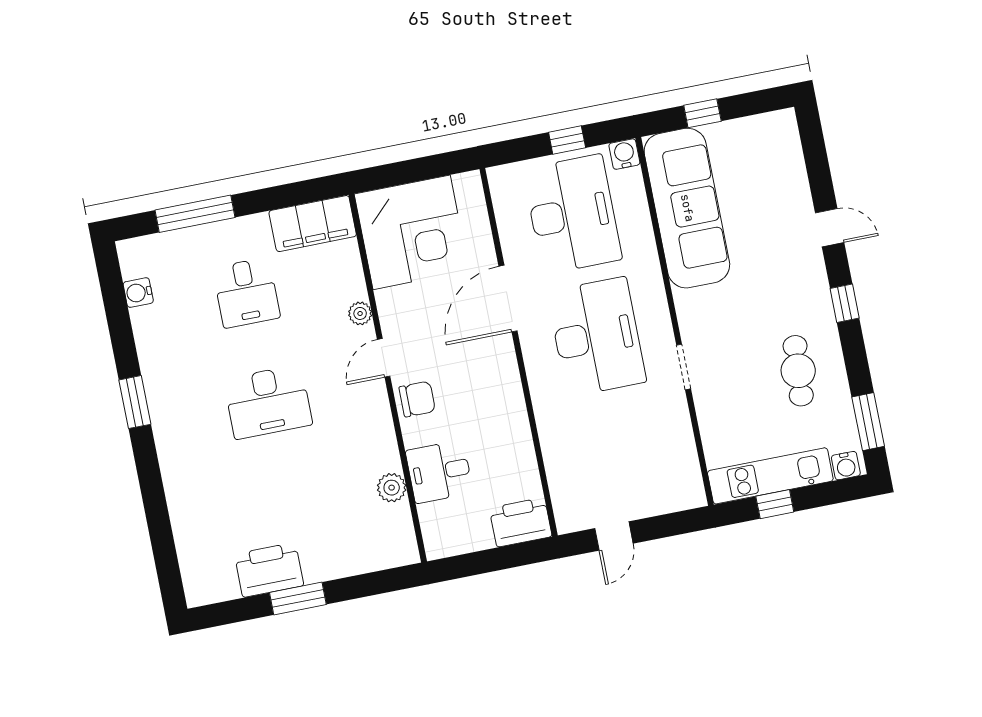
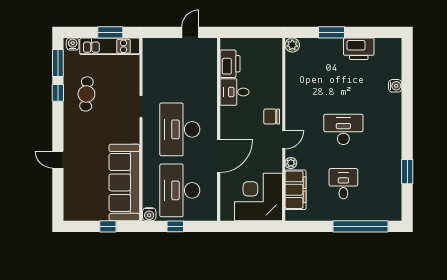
window: (195, 214) -> (360, 226), width x1.46
filing cabinet: (313, 224) -> (295, 190), moved, turned 90
water cooler: (138, 293) -> (395, 86), moved
window: (845, 303) -> (58, 93), moved
window: (135, 402) -> (407, 172), moved
desk: (439, 472) -> (234, 92), moved, turned 180
plant: (392, 488) -> (292, 45), moved
window: (775, 504) -> (110, 32), width x1.50
printer: (521, 522) -> (230, 64), moved, turned -90
window: (298, 599) -> (332, 32), moved

